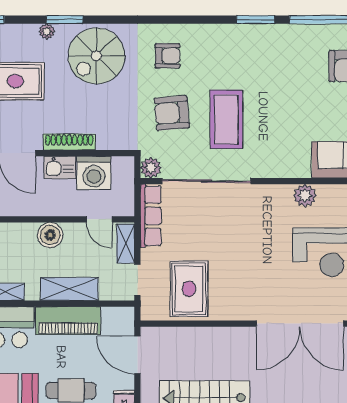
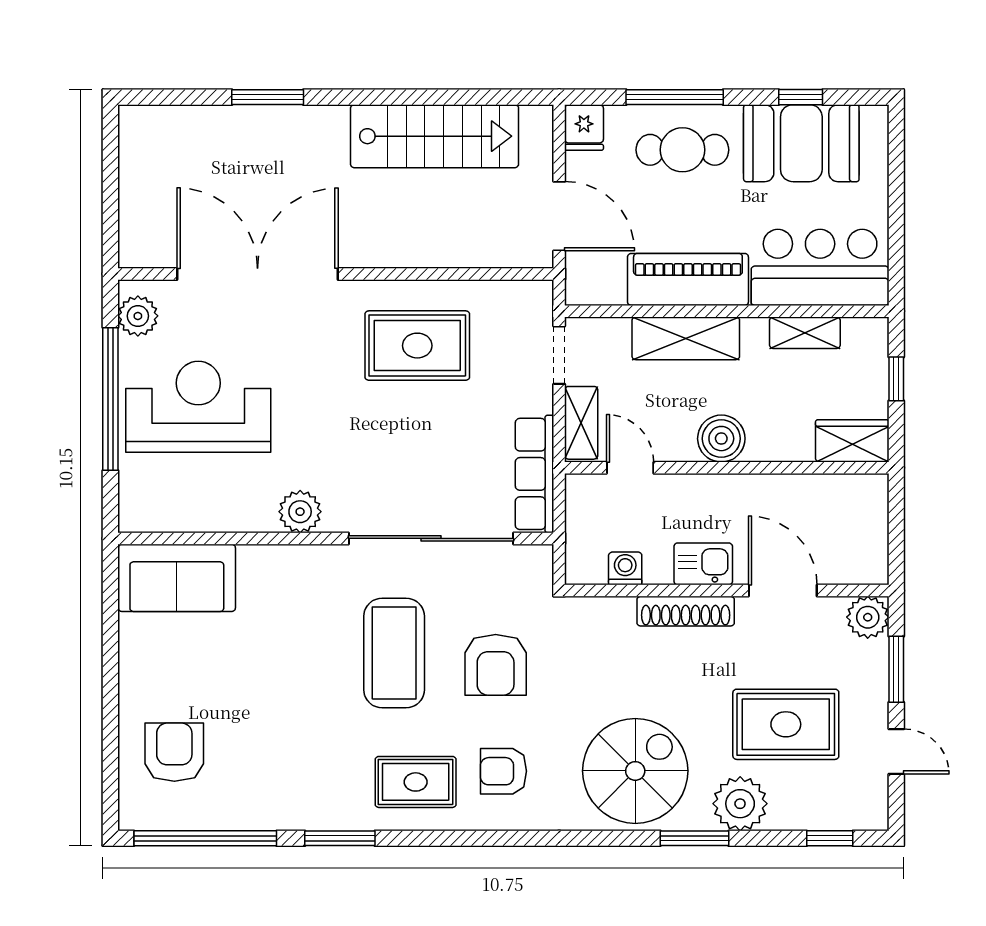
plant: (47, 31) -> (740, 804), width x1.88, depth x1.88
rug: (215, 50) -> (416, 782), added
armchair: (172, 113) -> (496, 665), turned 95
plant: (151, 168) -> (534, 563), removed
washing machine: (94, 173) -> (625, 568), width x0.53, depth x0.53
plant: (305, 196) -> (300, 512), moved
rug: (189, 289) -> (417, 346), moved, turned 90

